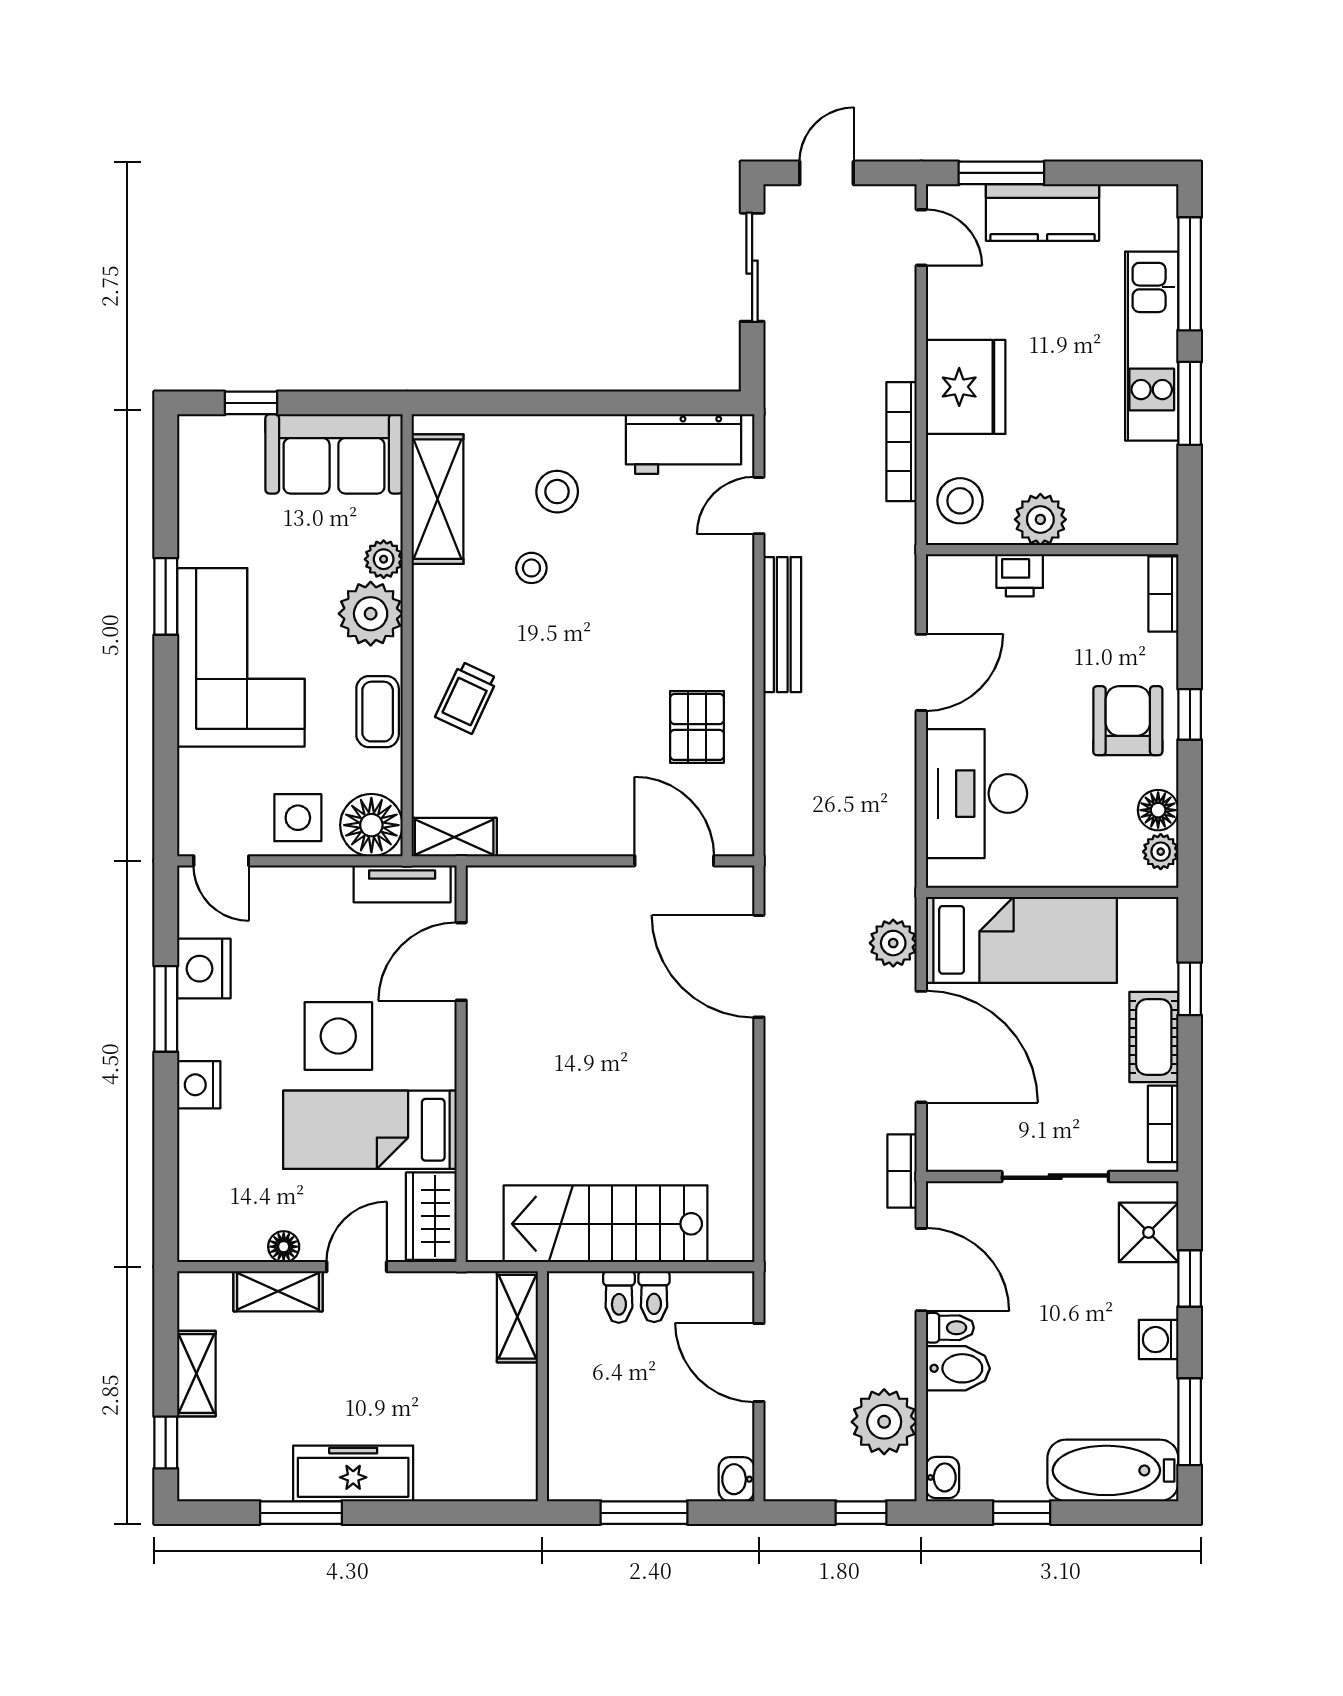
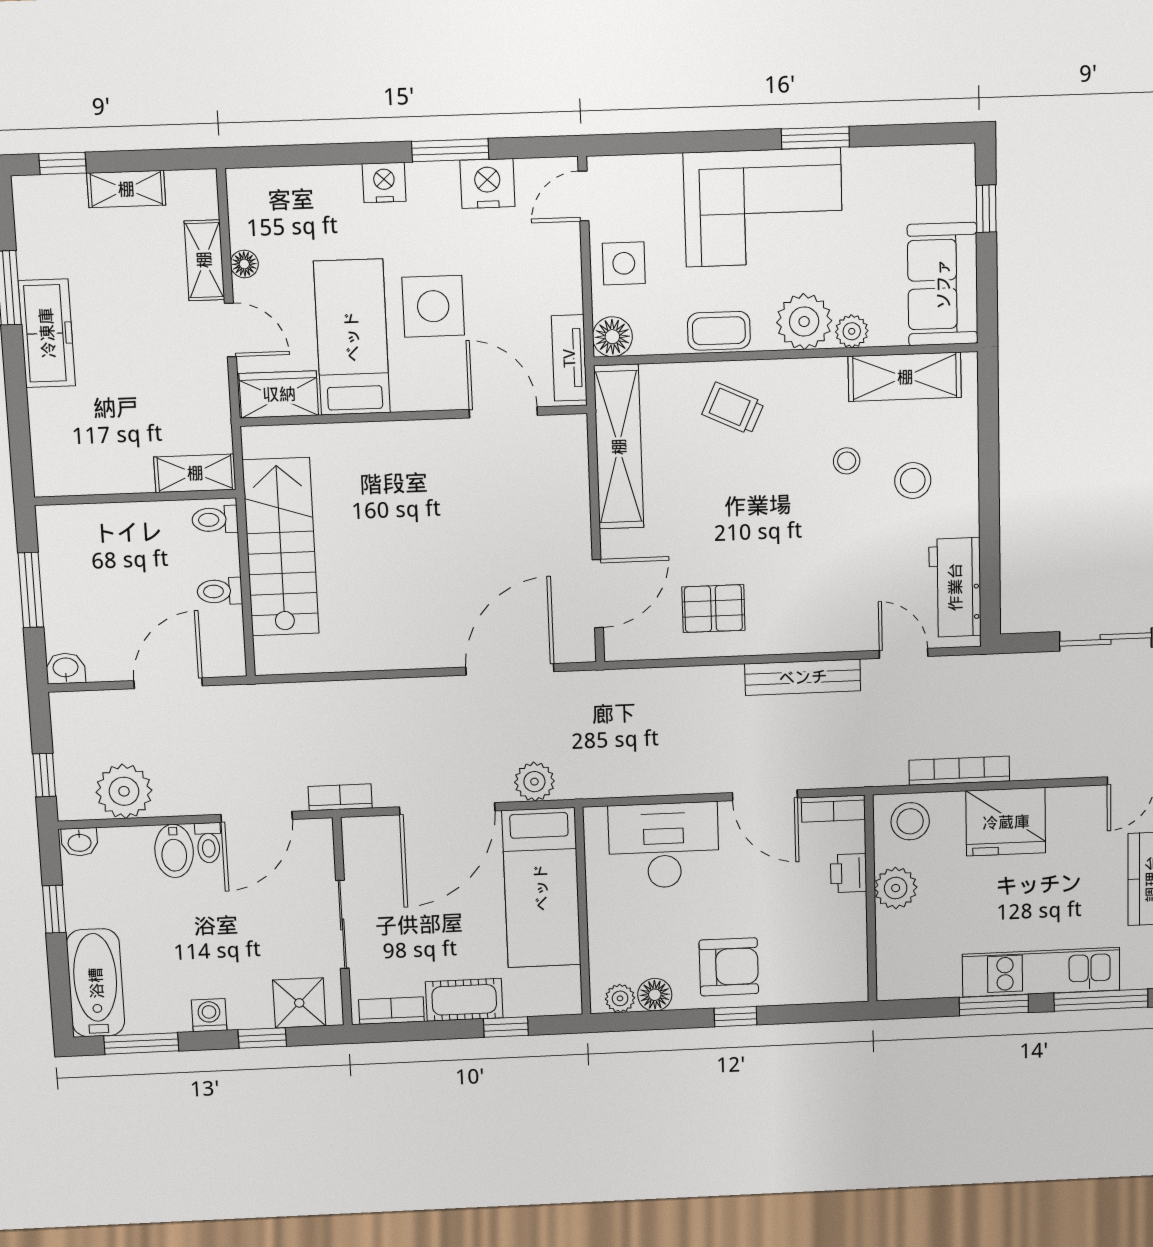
bookcase: (1163, 594) -> (833, 809), moved, turned 180
floor lamp: (371, 825) -> (612, 337), width x0.73, depth x0.73
shelving: (454, 837) -> (619, 447), width x2.20, depth x1.33
toilet: (619, 1297) -> (215, 520), moved

